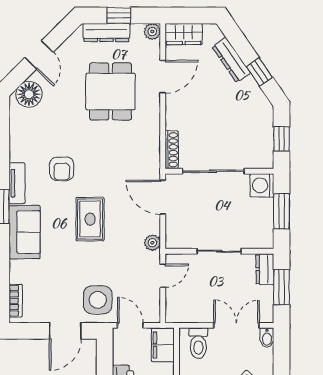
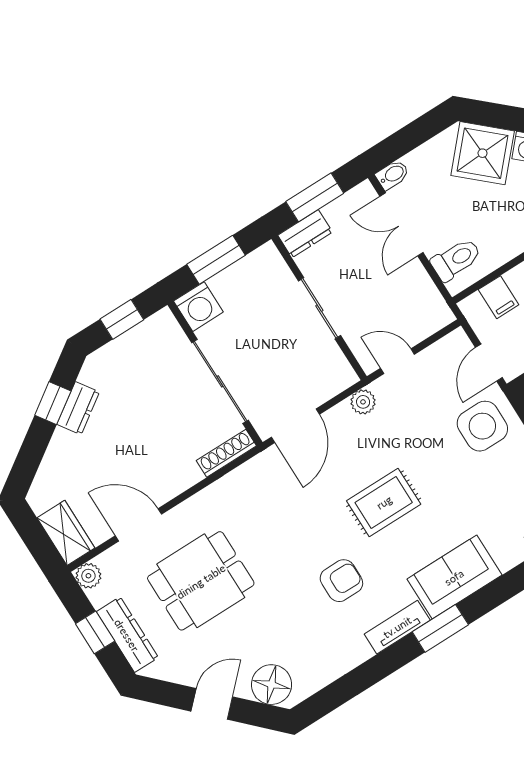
dresser: (231, 60) -> (78, 408), moved, width x0.70
filing cabinet: (163, 345) -> (499, 297), width x0.50

